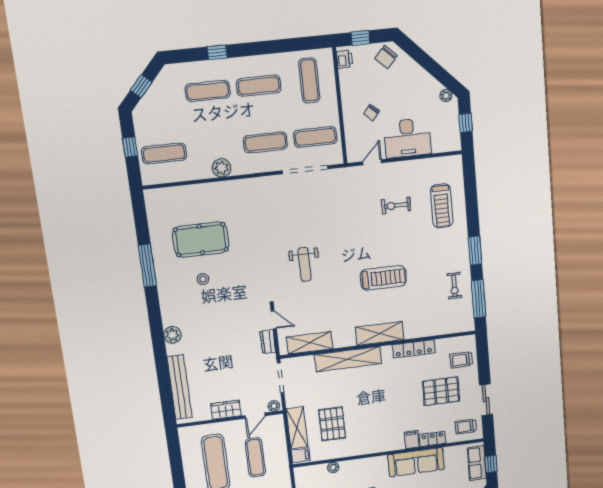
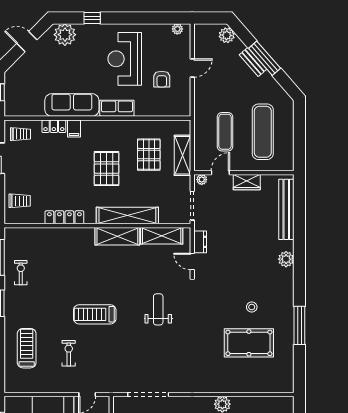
exercise bike: (396, 205) -> (69, 353), turned -90
treadmill: (383, 278) -> (95, 314), moved
shelving: (380, 333) -> (117, 236), moved
pallet: (441, 391) -> (107, 169), moved, turned 90
filing cabinet: (301, 455) -> (182, 128), removed
row of seats: (477, 463) -> (117, 108), moved, turned -90
plant: (333, 467) -> (152, 111), removed

